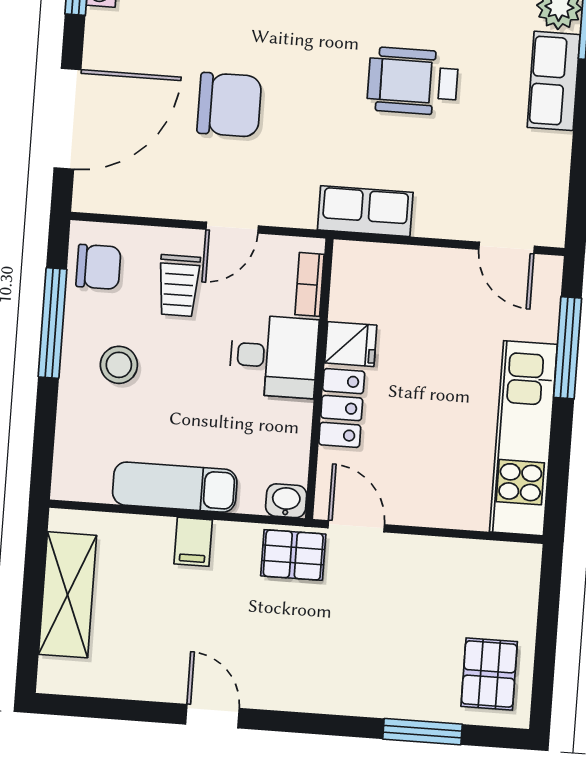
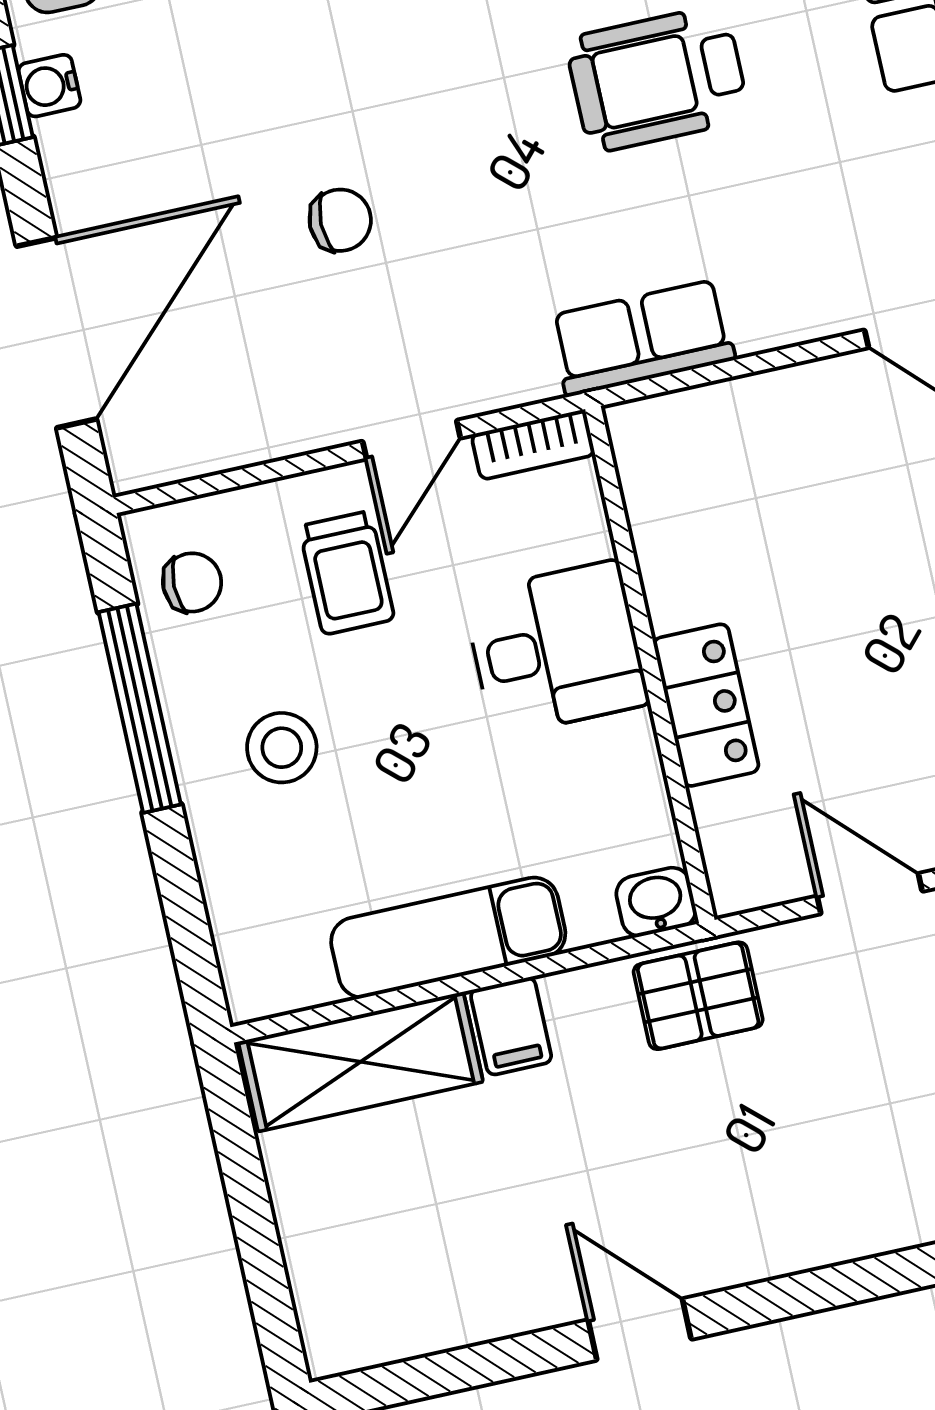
chair: (229, 105) -> (340, 220), width x0.54, depth x0.54
chair: (98, 267) -> (192, 582), width x0.73, depth x0.73
bookcase: (310, 284) -> (533, 445), moved, turned -90
fridge: (351, 344) -> (688, 585), removed
door: (356, 526) -> (870, 894), moved
shelving: (67, 595) -> (361, 1062), moved, turned 90

